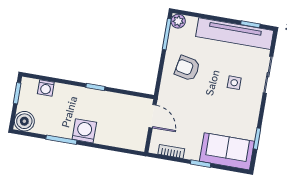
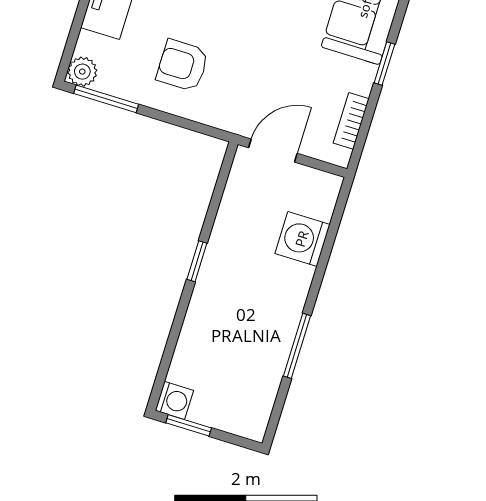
armchair: (187, 68) -> (182, 65), turned 79
washing machine: (46, 88) -> (174, 400), moved
boiler: (24, 121) -> (249, 418), removed
washing machine: (84, 131) -> (302, 239), moved

